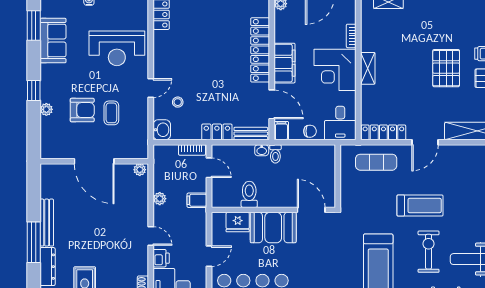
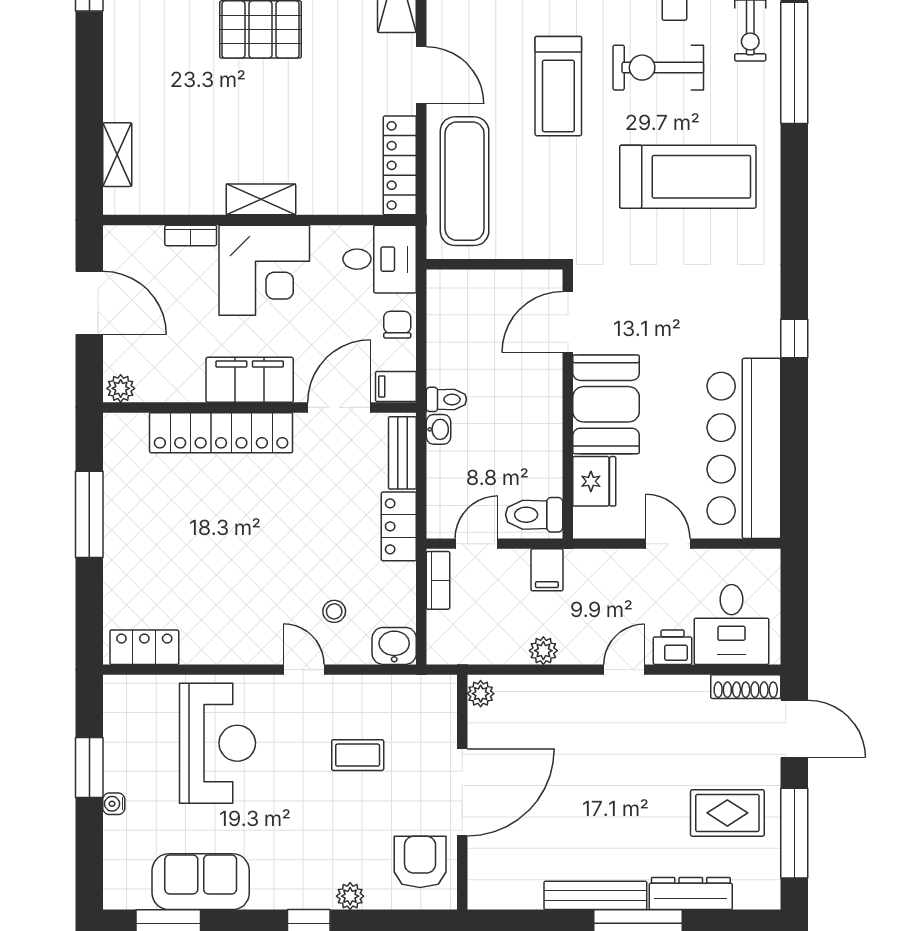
armchair: (82, 110) -> (420, 862), moved
exercise mat: (376, 162) -> (465, 181), width x1.36, depth x1.45
toilet: (249, 194) -> (534, 515), moved
treadmill: (420, 206) -> (558, 86), turned 180

